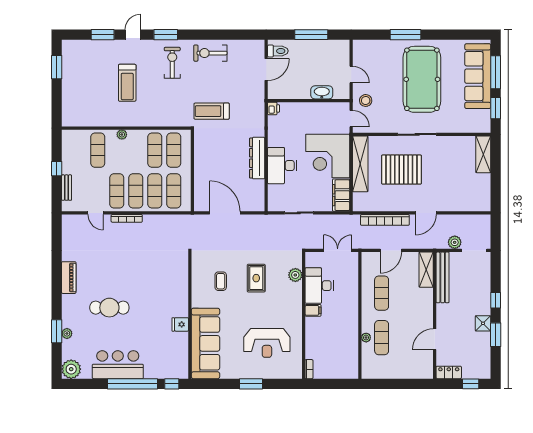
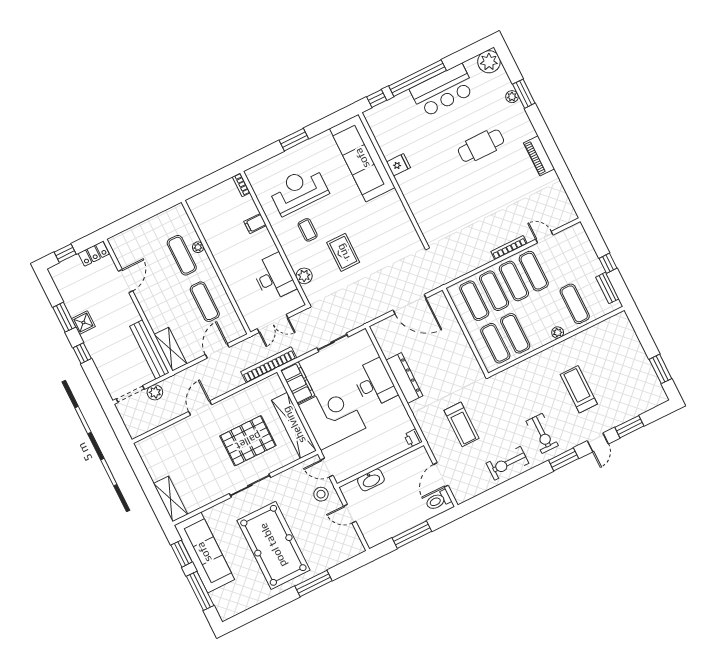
exercise bike: (210, 53) -> (507, 463), turned 180
sofa: (478, 76) -> (204, 552), moved
treadmill: (212, 111) -> (461, 424), moved, turned 90
bench: (66, 188) -> (607, 288), moved
bookcase: (385, 220) -> (269, 365), moved
coffee table: (221, 281) -> (308, 230), moved
filing cabinet: (313, 310) -> (255, 224), moved

